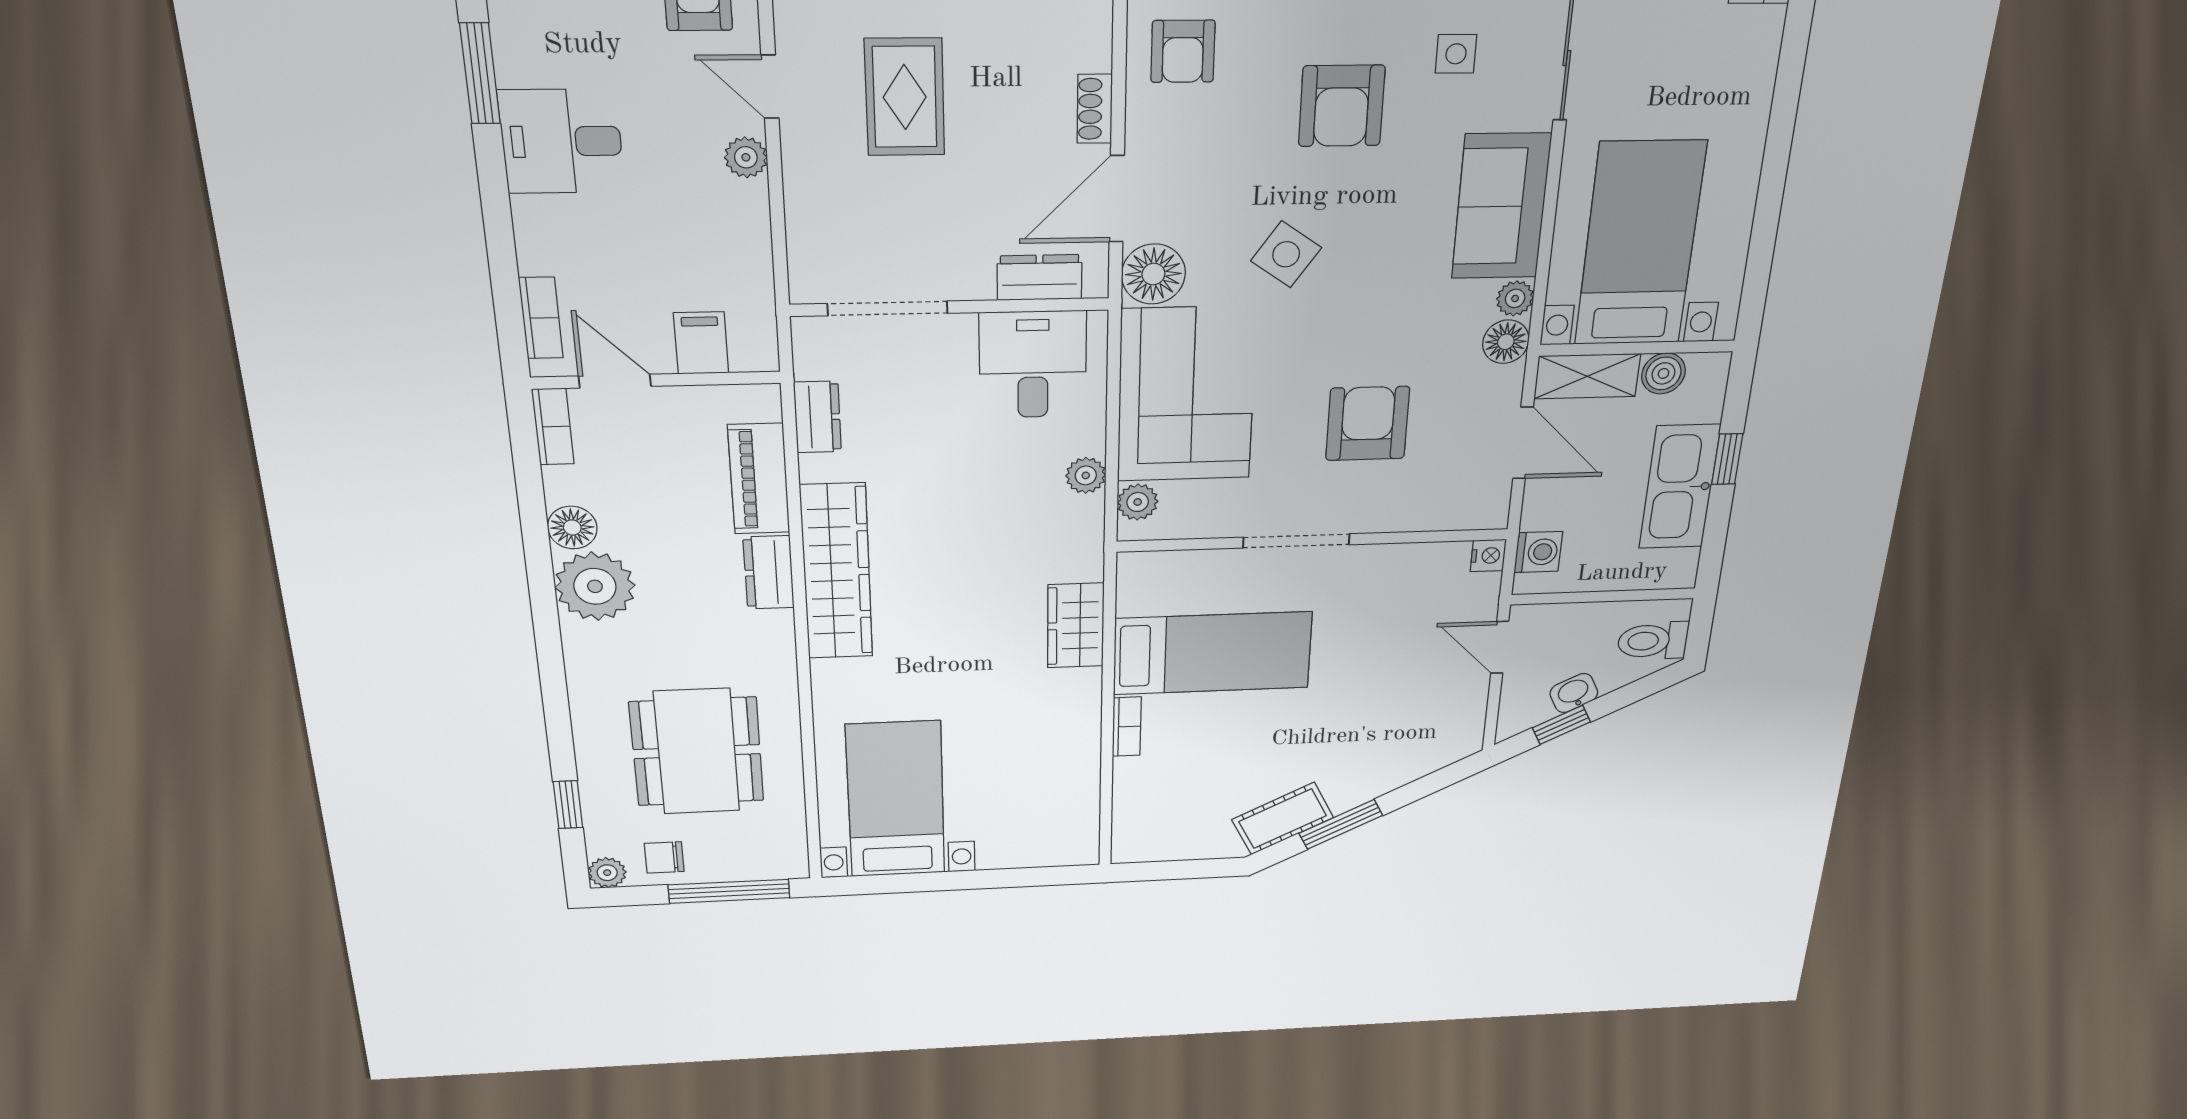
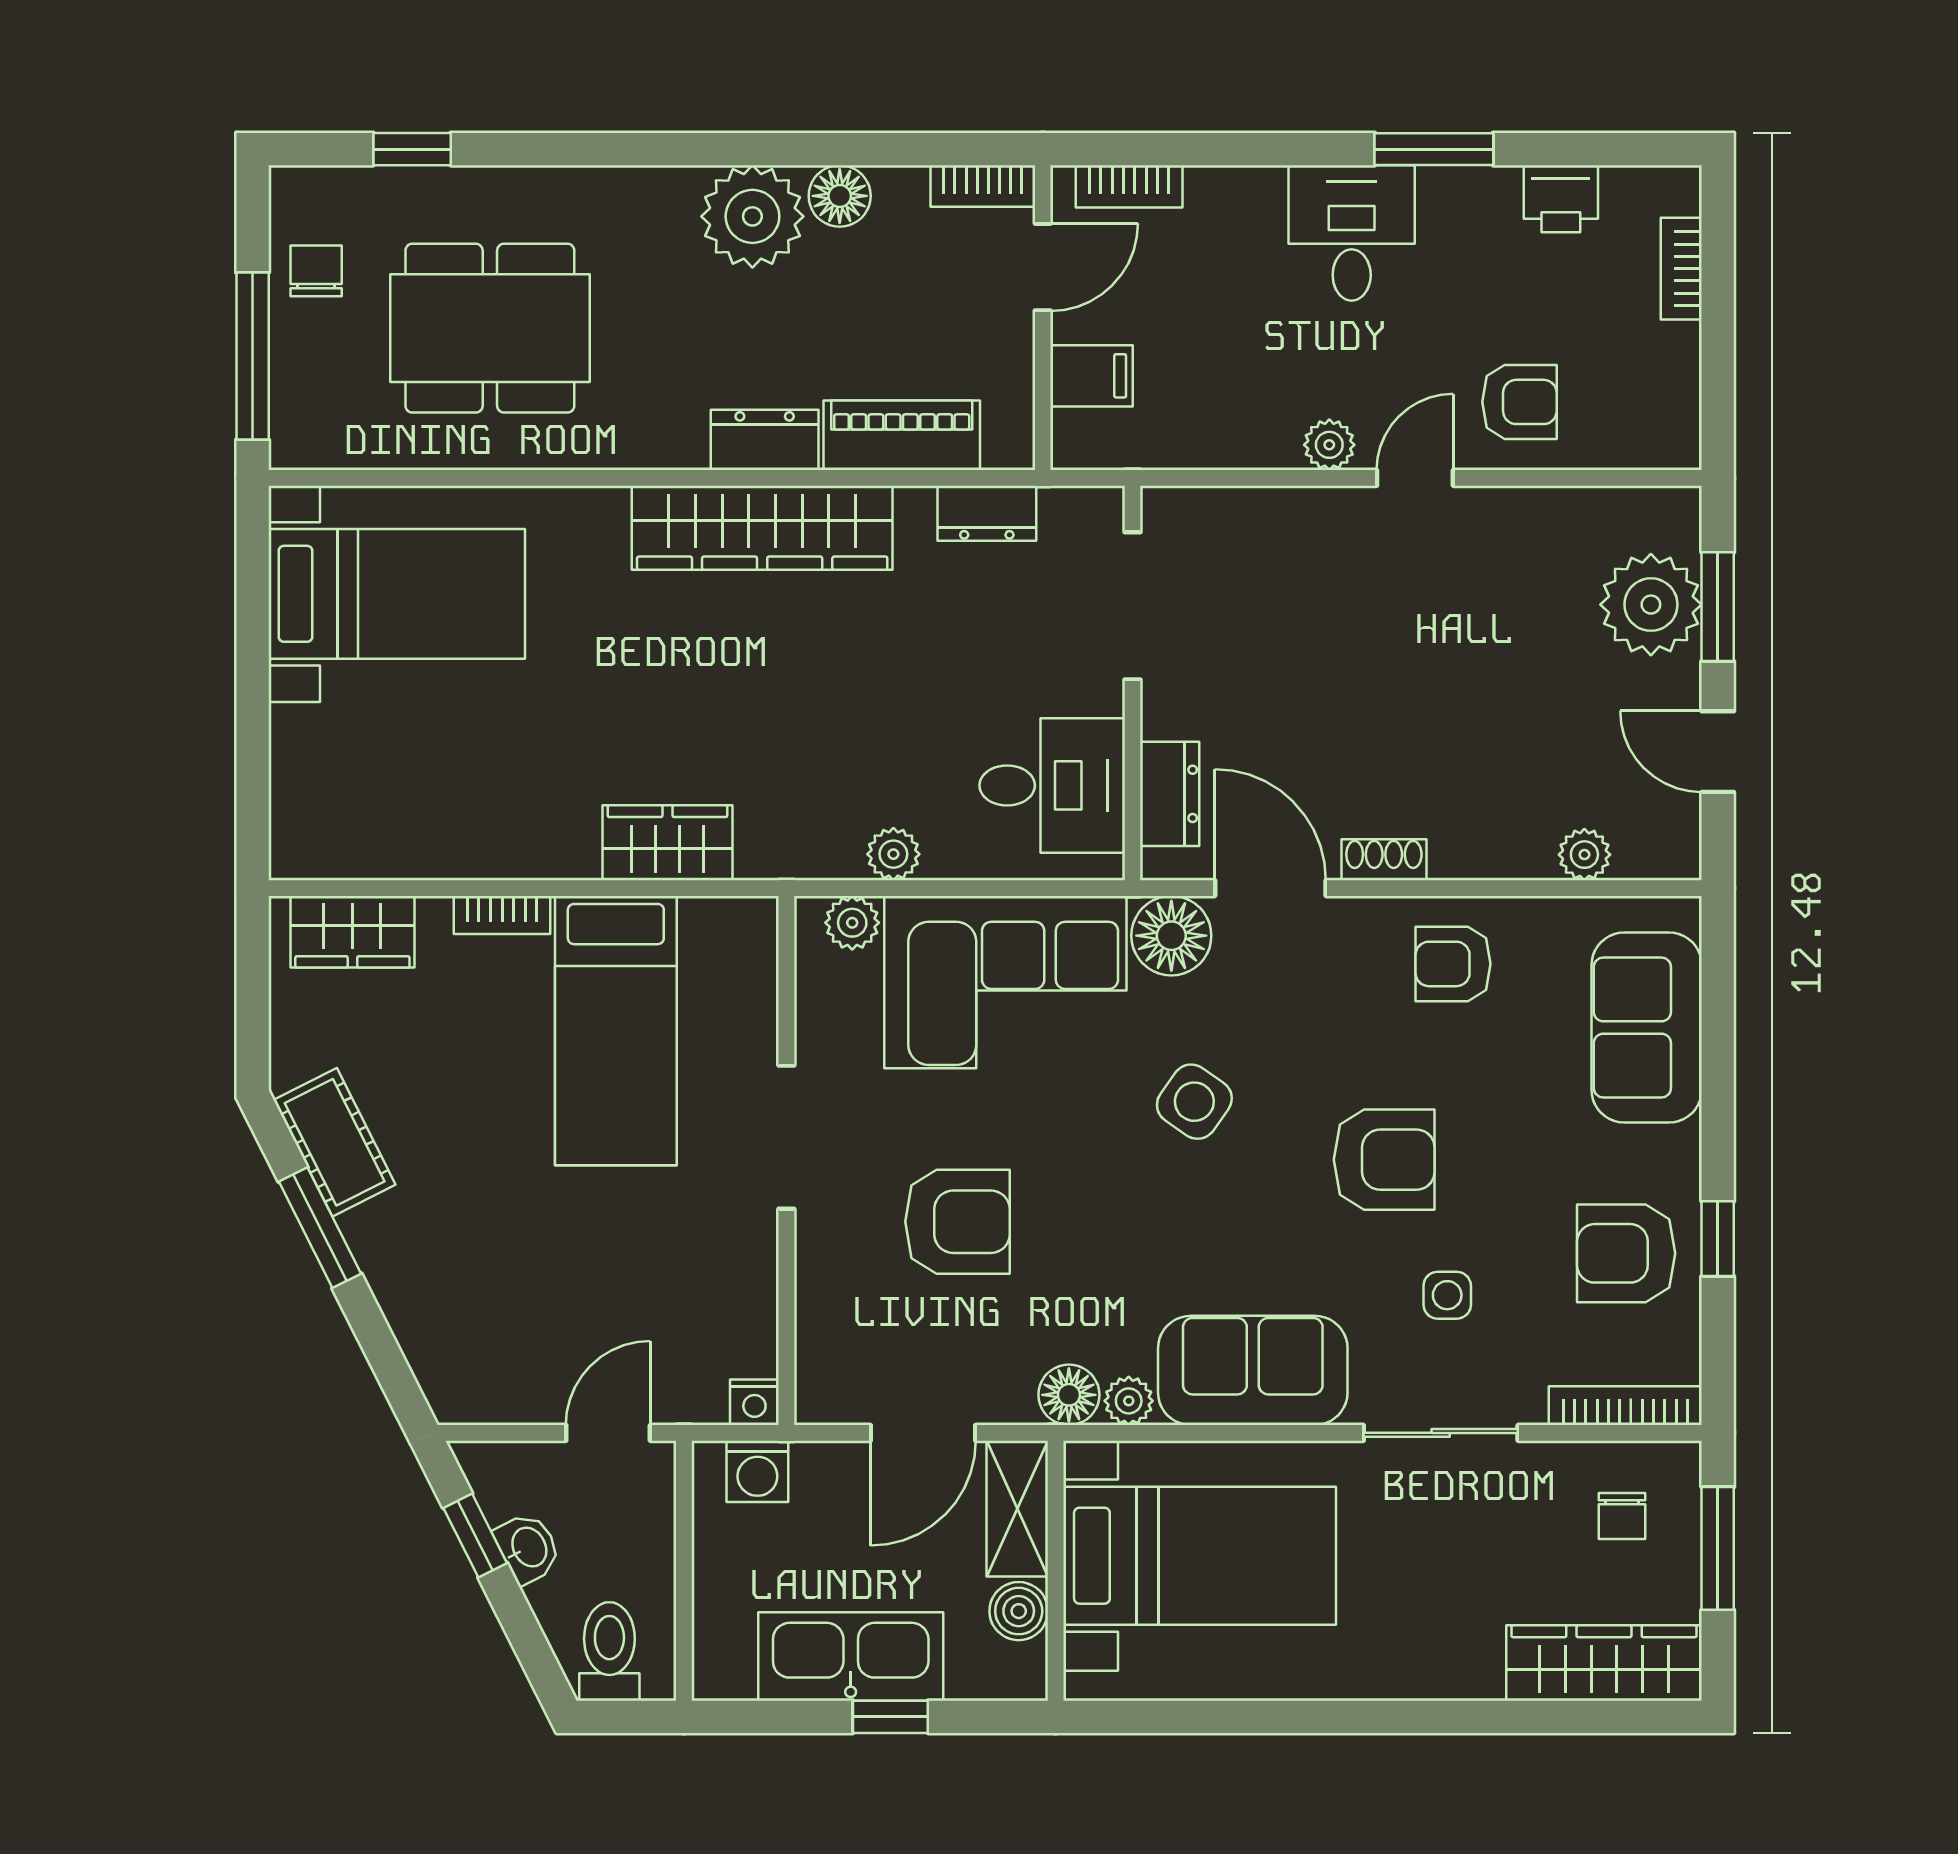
rug: (905, 97) -> (1401, 634), removed
armchair: (1342, 106) -> (1384, 1160), turned 180
wardrobe: (1136, 815) -> (352, 932), added
plant: (607, 873) -> (295, 191), removed

